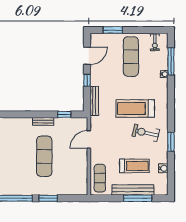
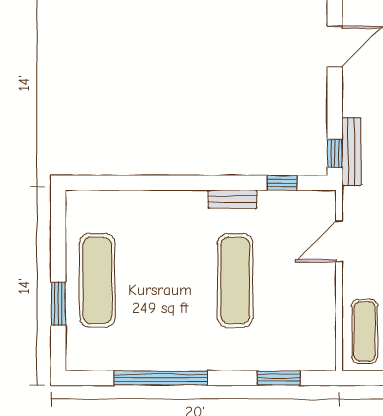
window: (87, 80) -> (335, 153), moved
window: (48, 198) -> (279, 378), moved

